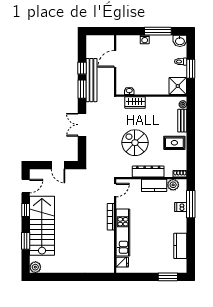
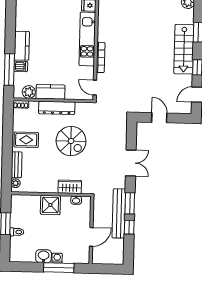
window: (158, 31) -> (59, 268), moved
washbasin: (180, 41) -> (44, 256), moved
shower: (178, 86) -> (50, 205), moved
door: (115, 190) -> (95, 88), hinge flipped
stairs: (42, 226) -> (184, 49), width x0.73, depth x0.66
kitchen counter: (180, 246) -> (22, 46), moved

